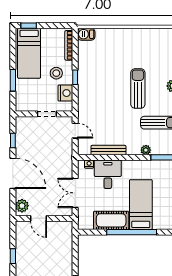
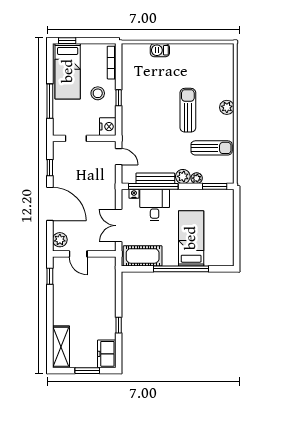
barbecue: (86, 34) -> (160, 50), moved
window: (13, 80) -> (50, 101), width x1.44
nightstand: (65, 93) -> (108, 127), moved
doorway: (47, 114) -> (76, 138), moved
plant: (133, 148) -> (183, 176), added
window: (107, 157) -> (153, 186), added
cot: (111, 220) -> (143, 256), moved
window: (13, 256) -> (50, 276), moved

